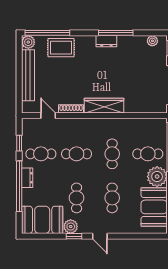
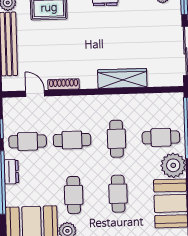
wardrobe: (104, 106) -> (122, 78), moved

